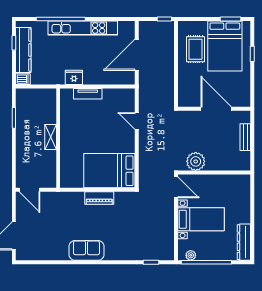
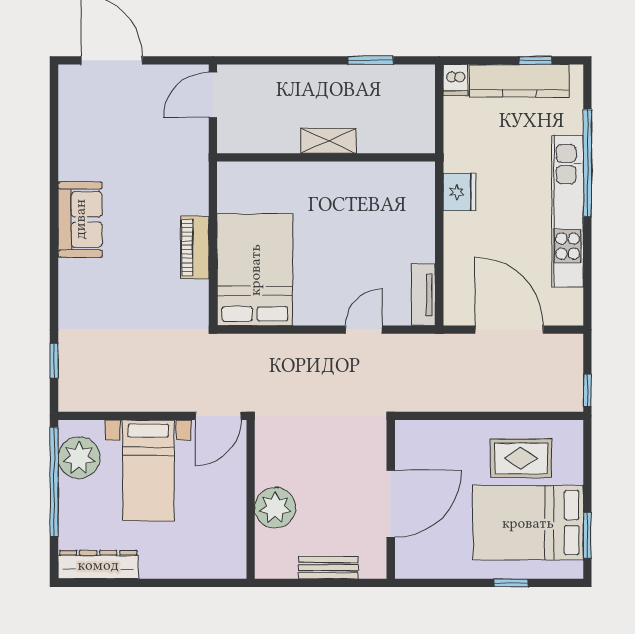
tv unit: (88, 94) -> (423, 295), moved
plant: (196, 161) -> (275, 508), moved
plant: (191, 255) -> (79, 458), width x1.87, depth x1.87

